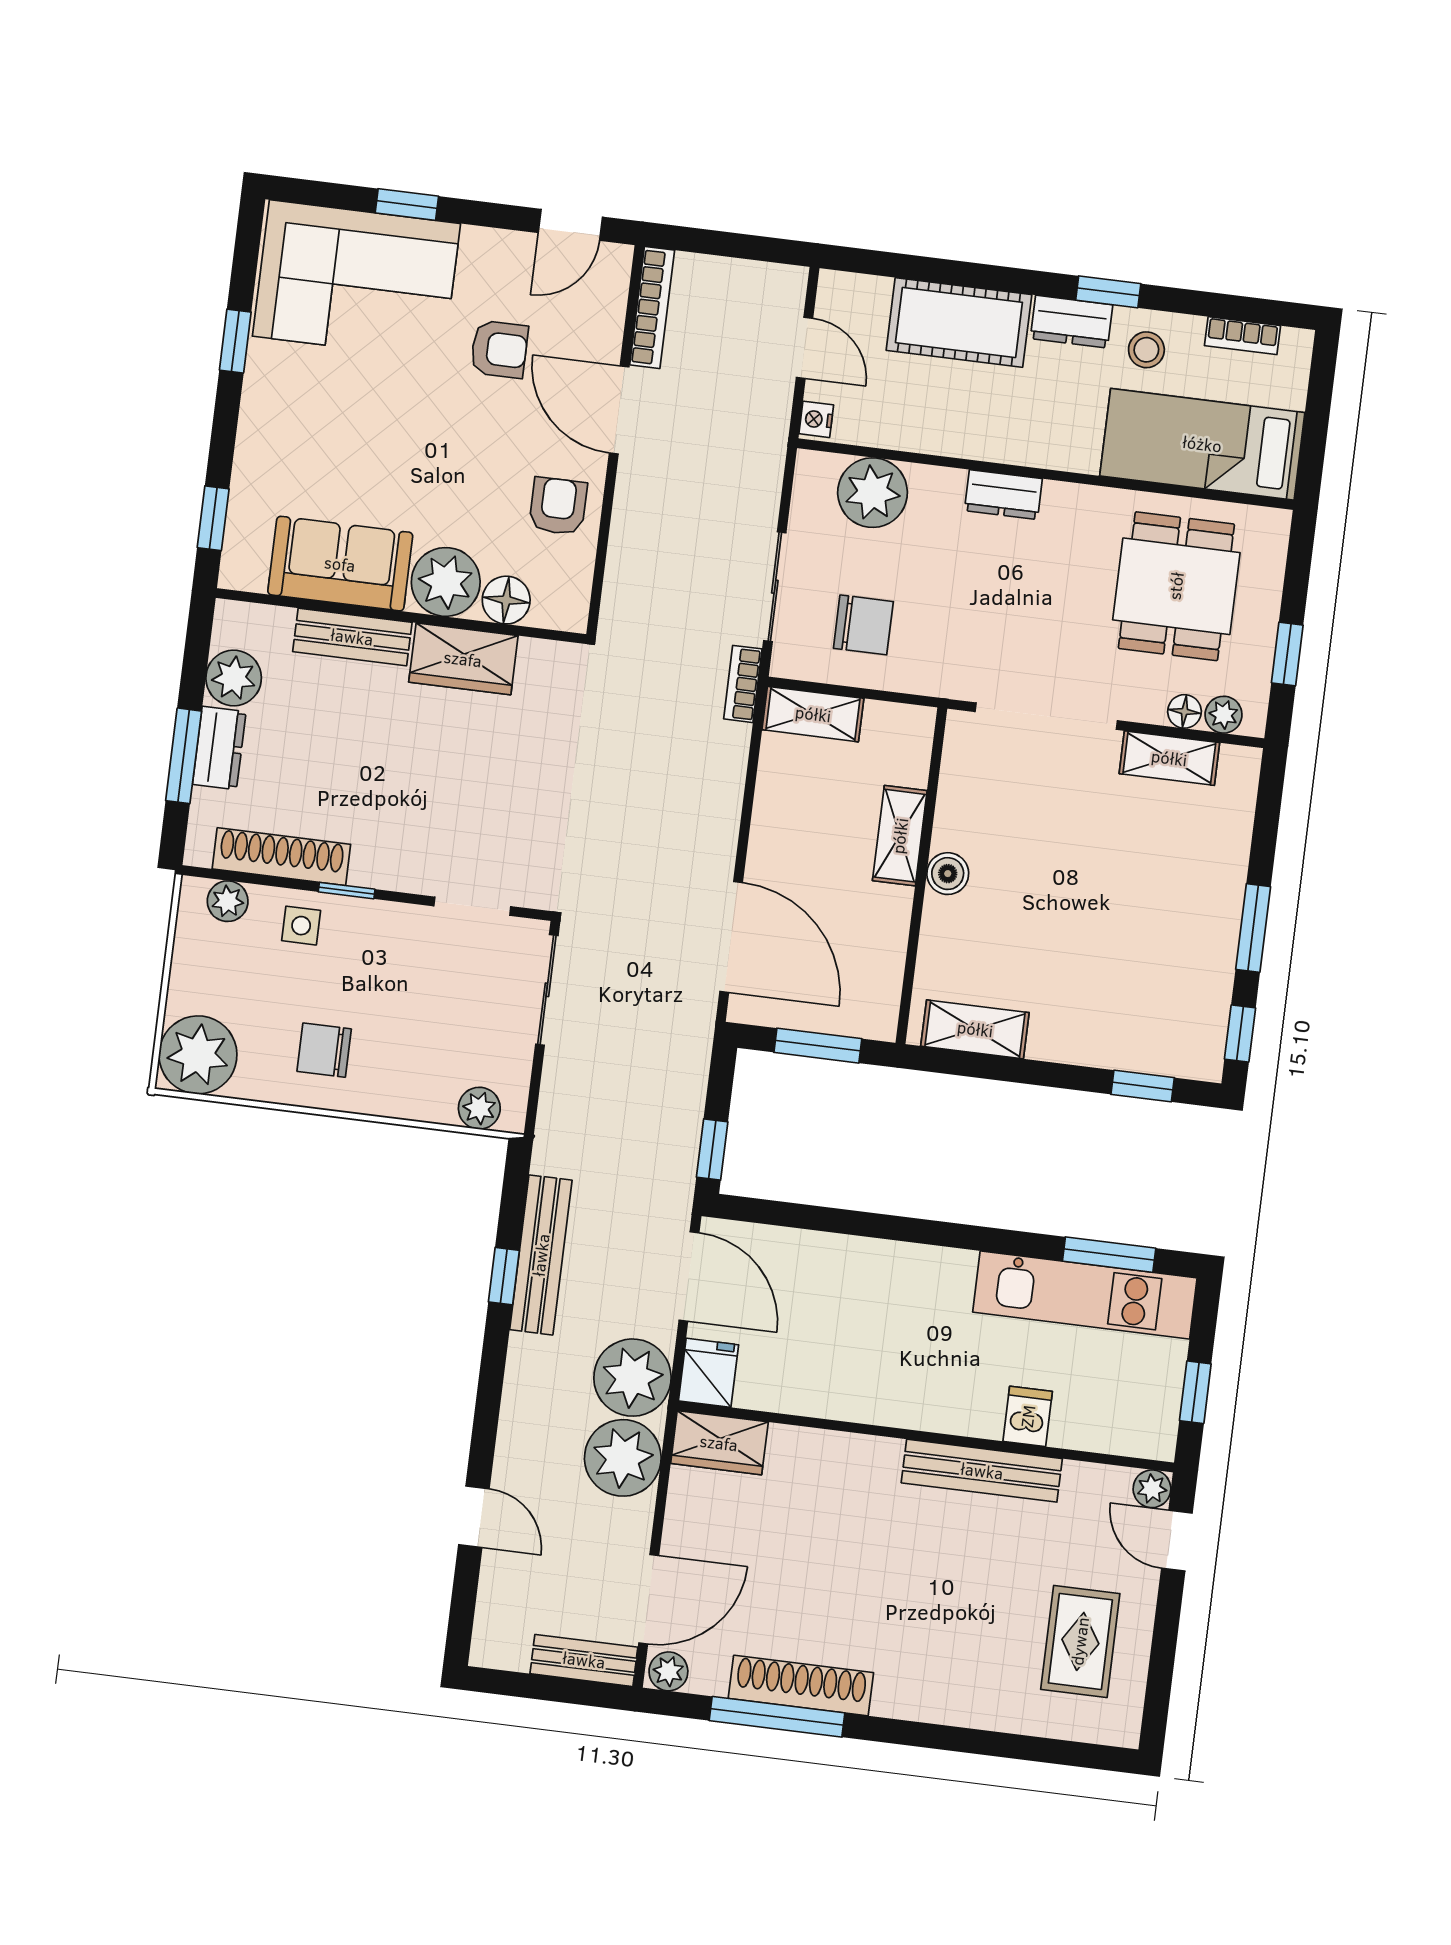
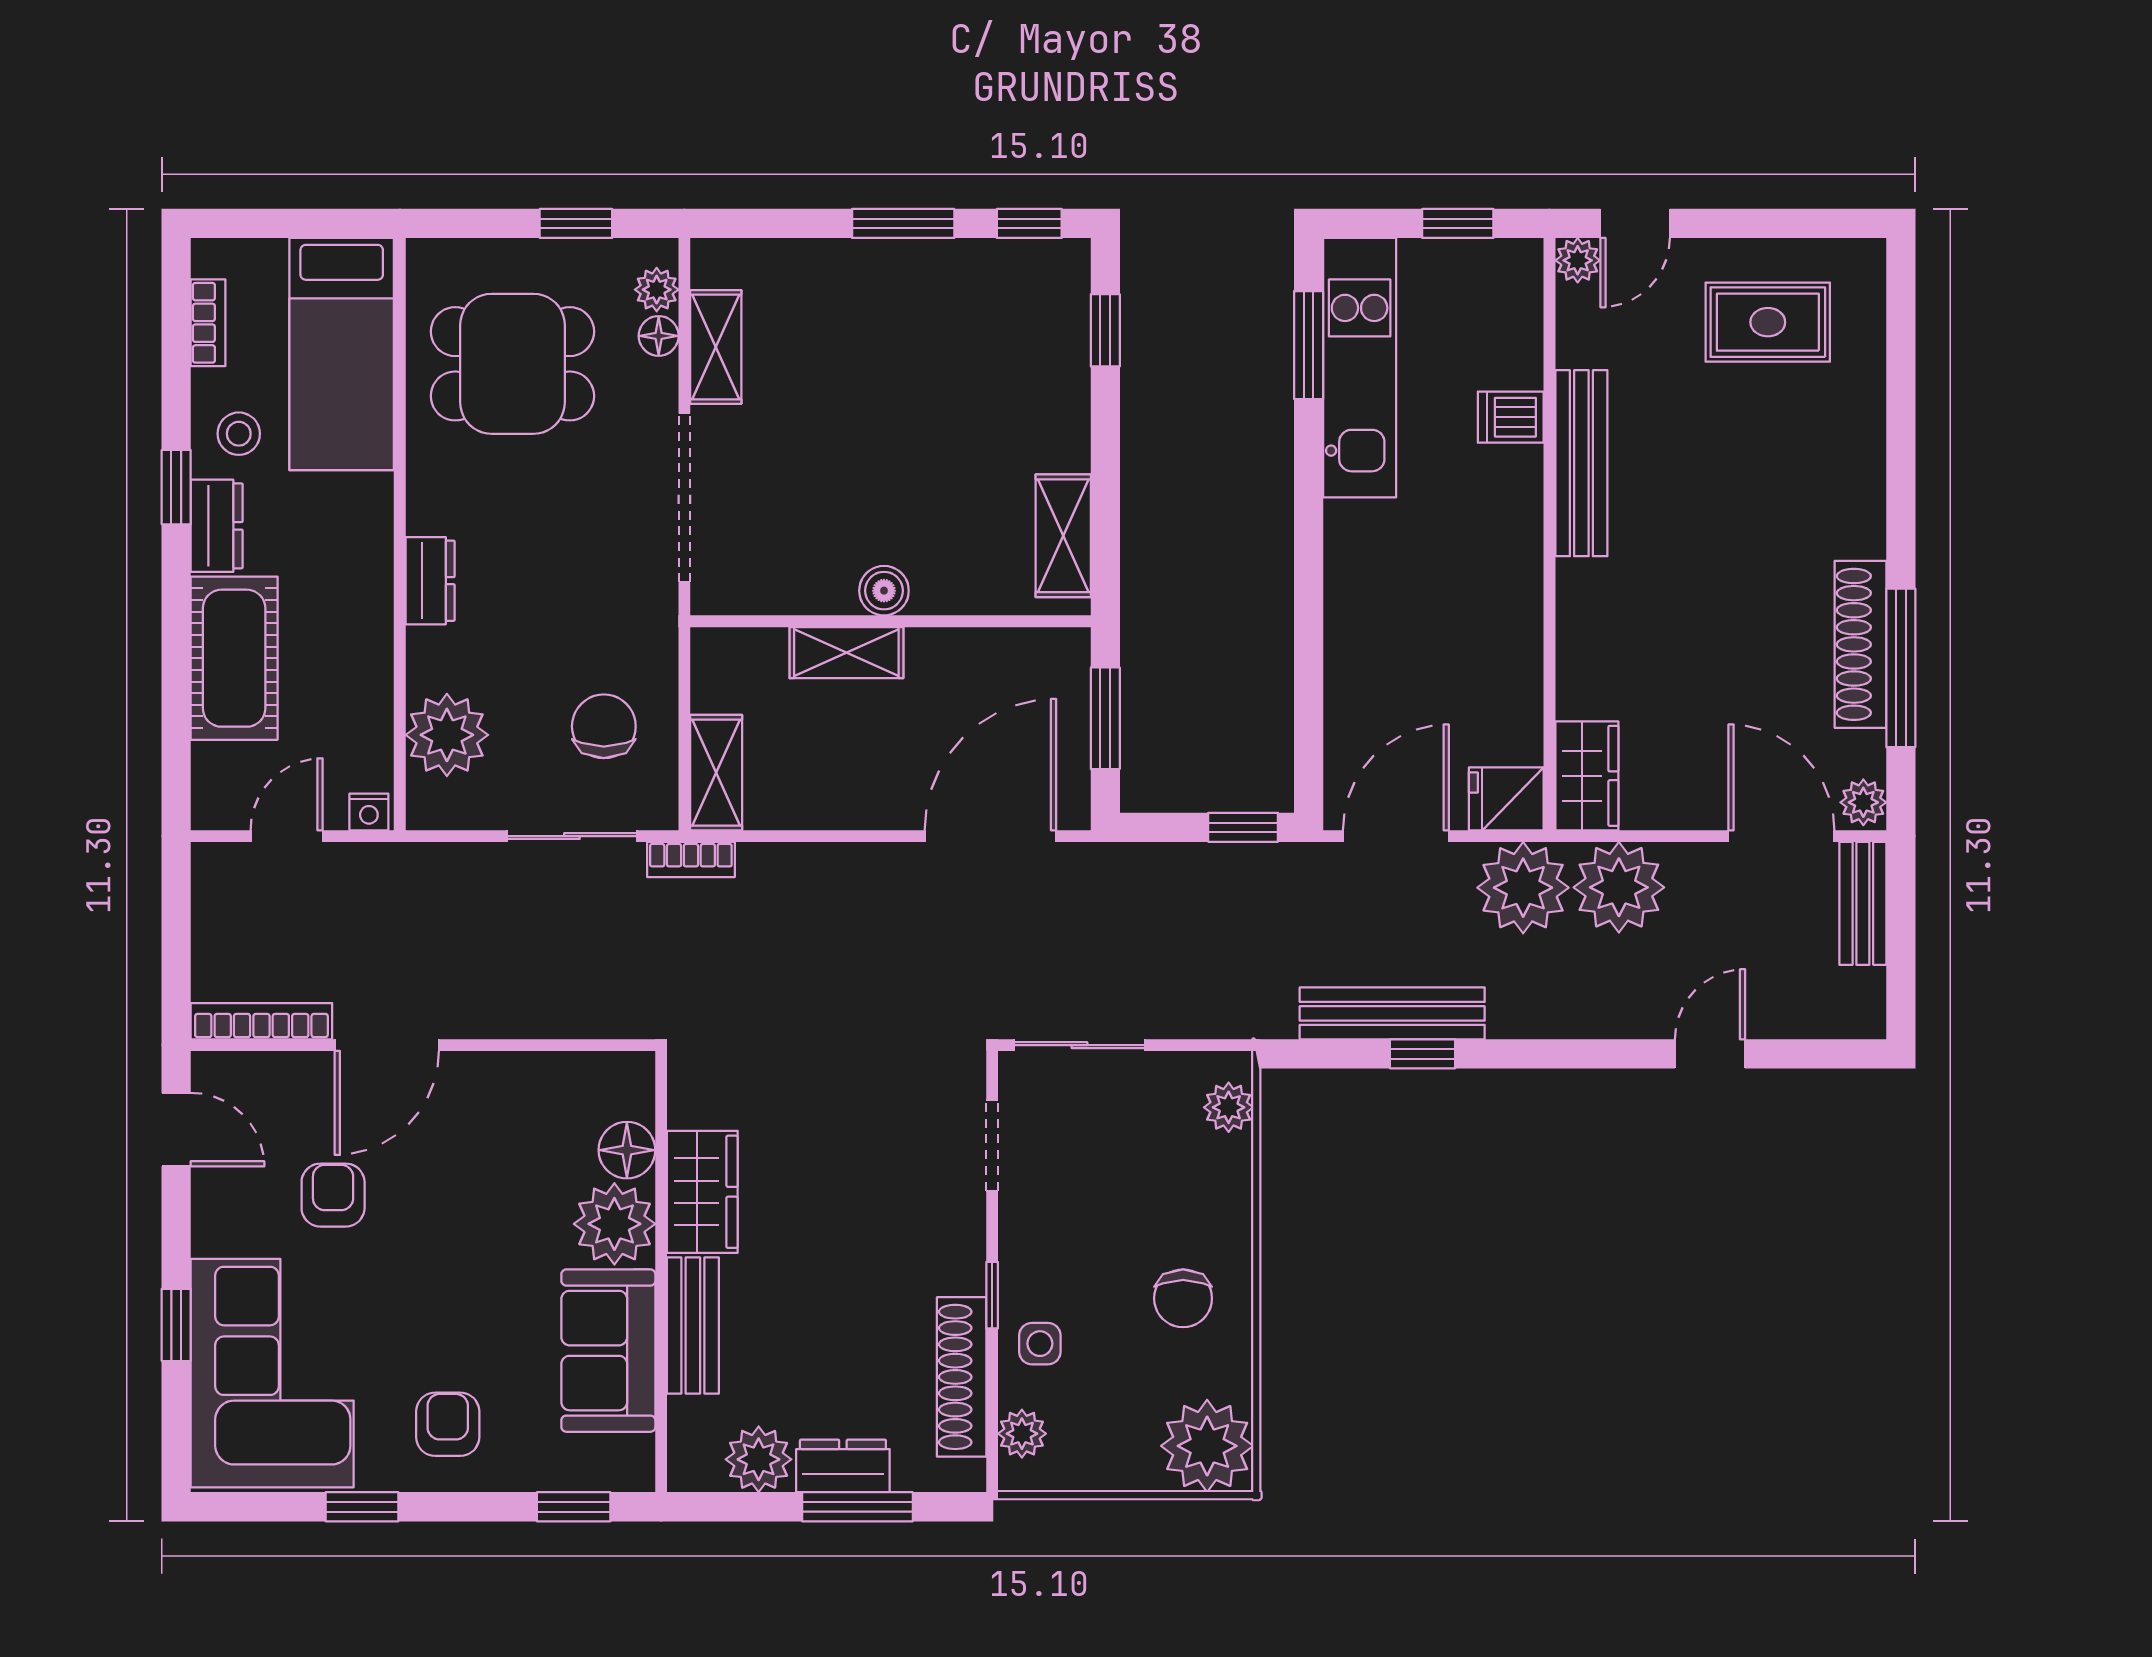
armchair: (558, 506) -> (448, 1424), moved, turned 90

